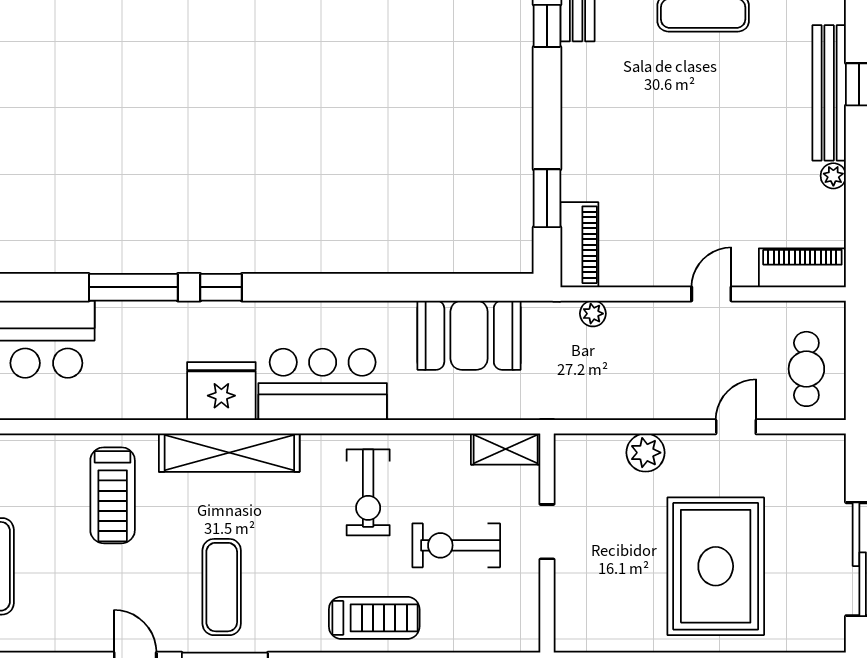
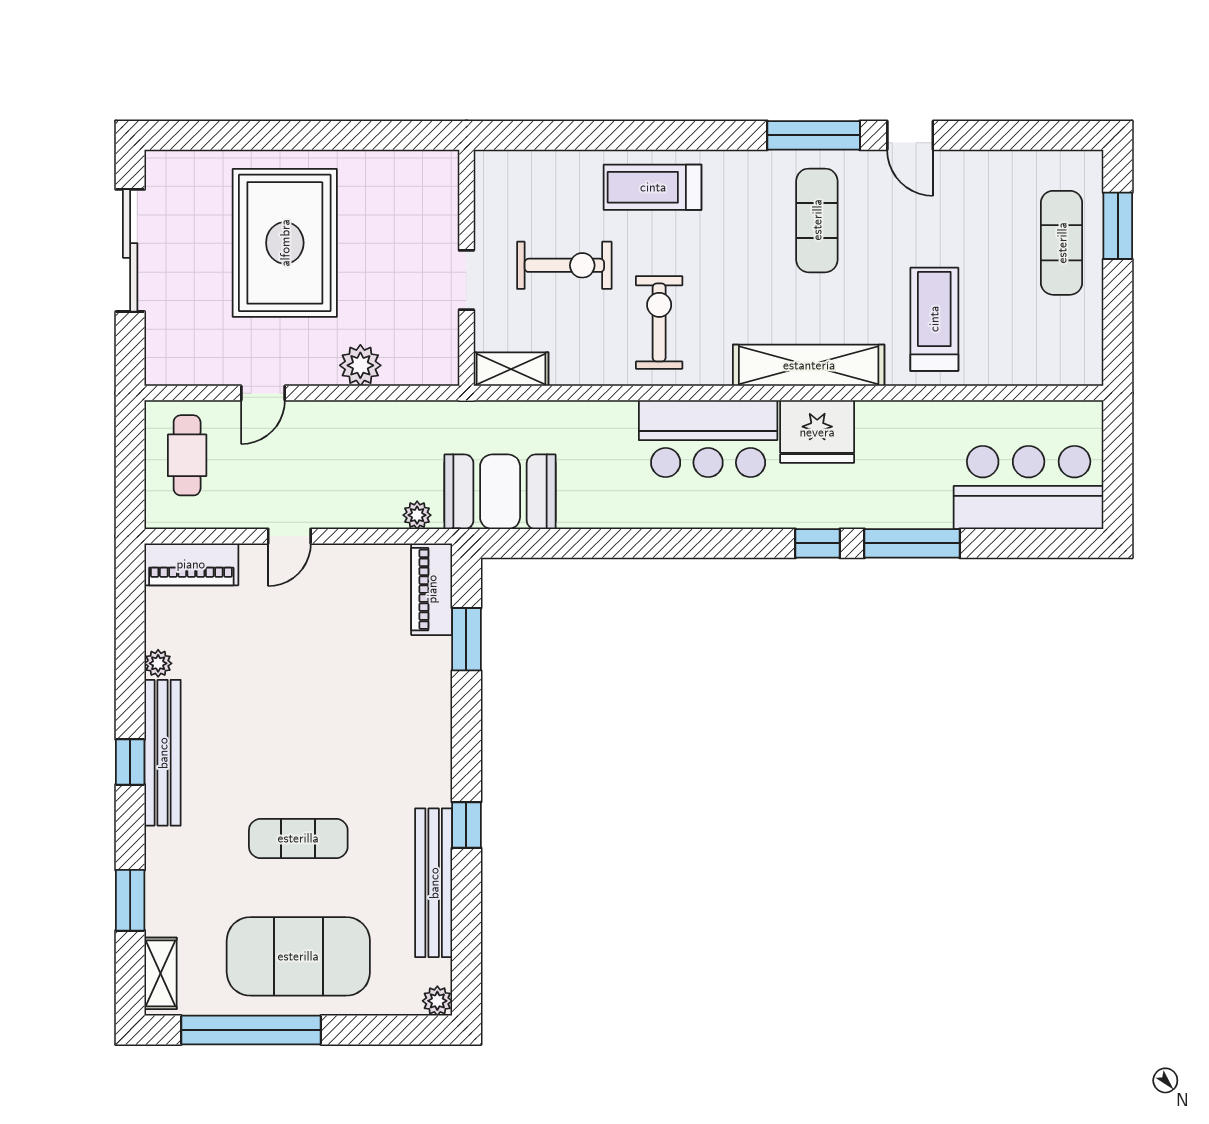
booth: (469, 335) -> (500, 492), moved

